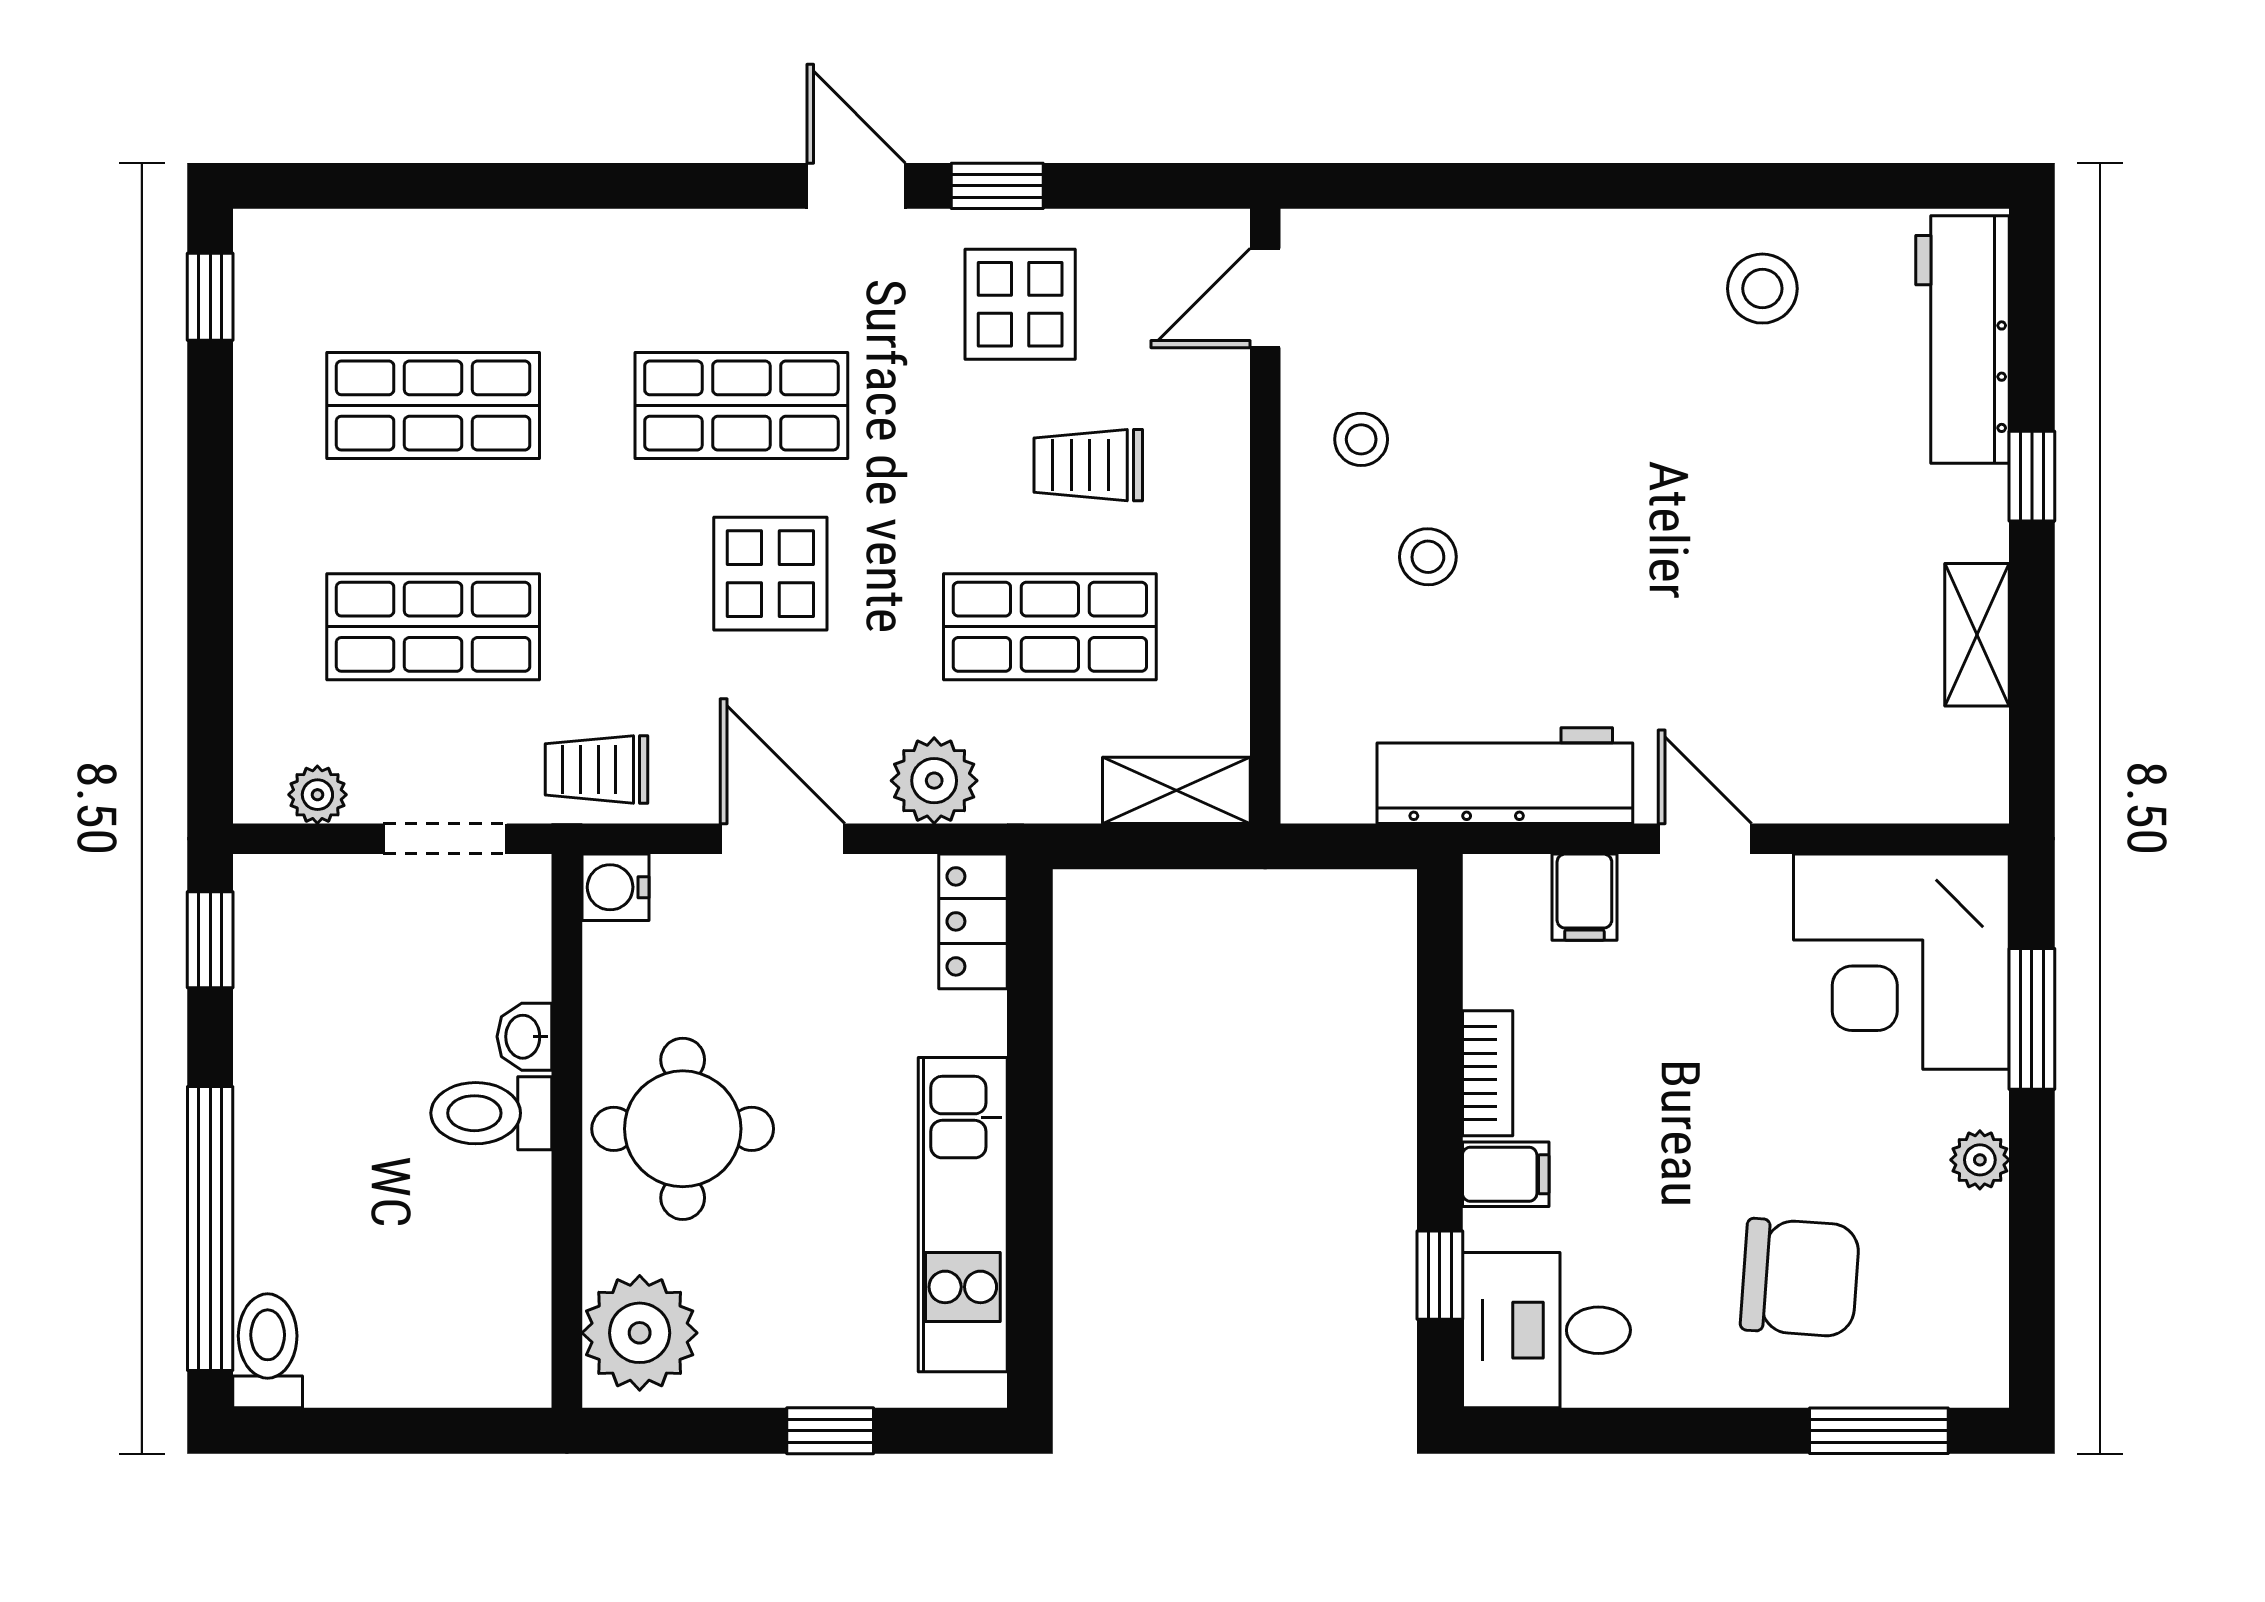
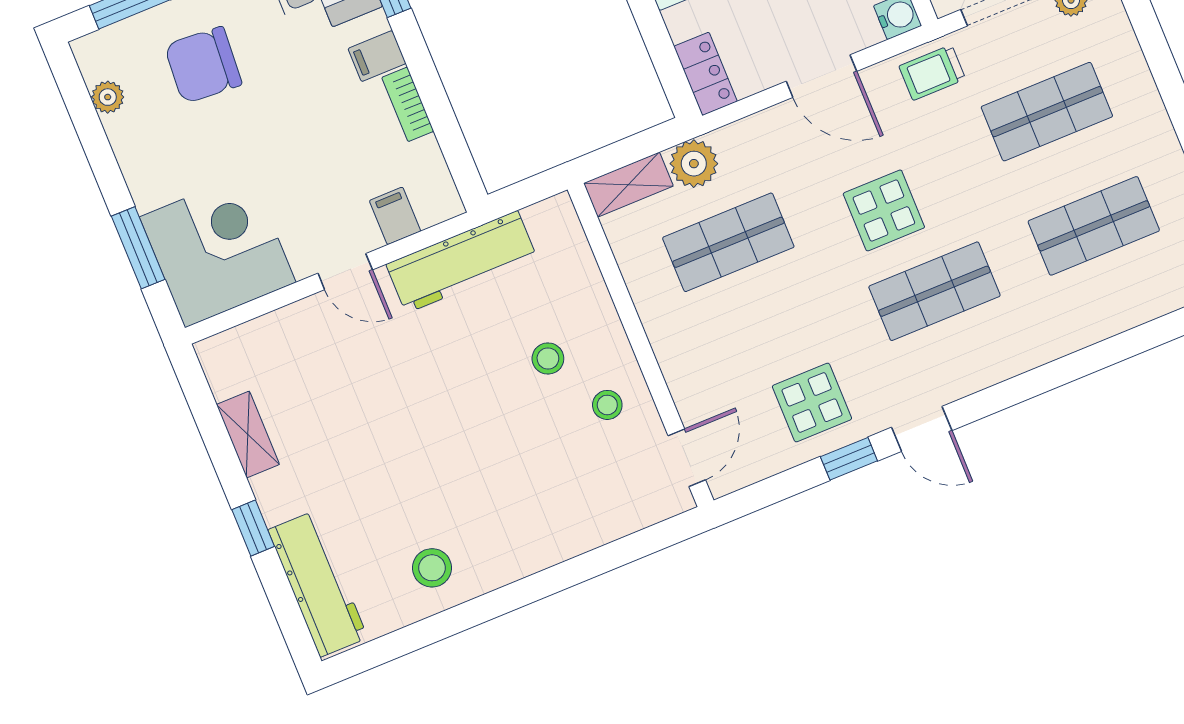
trolley: (1088, 465) -> (743, 334), removed
trolley: (597, 769) -> (932, 73), turned 180
plant: (934, 781) -> (694, 164), moved
plant: (1980, 1160) -> (108, 97), moved

